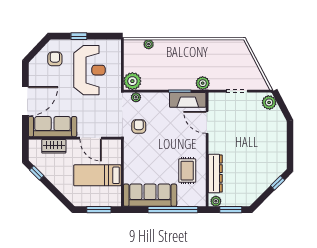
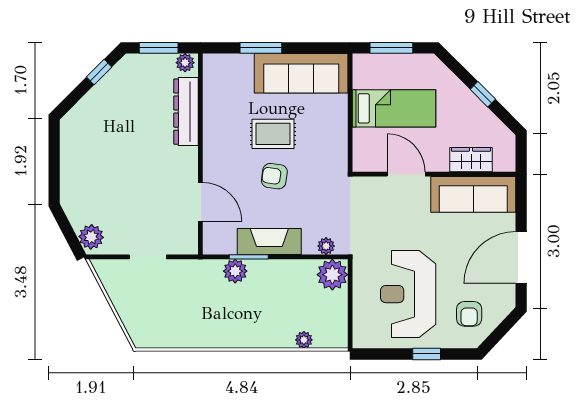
plant: (203, 83) -> (235, 271), moved
fireplace: (188, 100) -> (269, 241), moved
door: (25, 101) -> (521, 258), moved
armchair: (139, 126) -> (274, 176), moved, turned 98
rug: (187, 171) -> (273, 134), moved, turned 90
window: (37, 173) -> (483, 94), moved
window: (278, 183) -> (99, 72), moved
window: (173, 210) -> (261, 48), width x0.47

